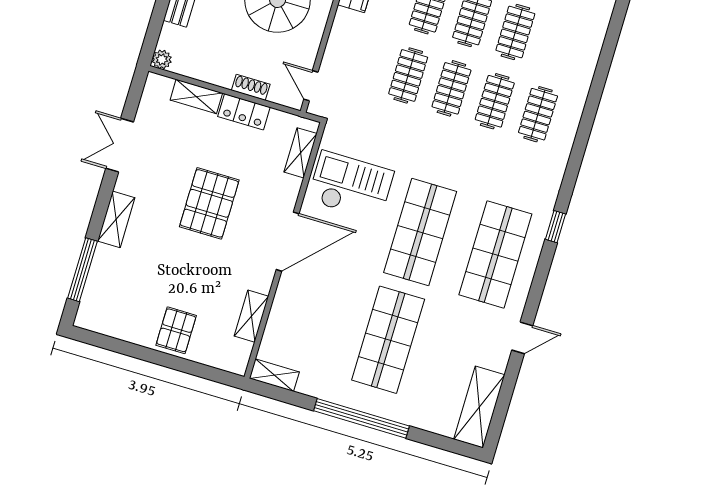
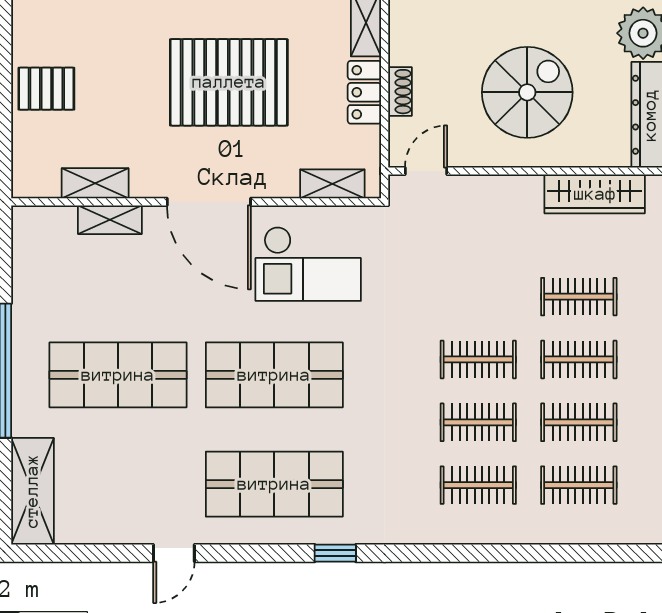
clothes rail: (408, 75) -> (579, 485), moved
checkout: (351, 186) -> (308, 264), turned 90
pallet: (209, 203) -> (229, 82), width x1.37, depth x1.41
door: (522, 338) -> (174, 553), hinge flipped
shelving: (274, 375) -> (110, 220), moved, turned 90
shelving: (479, 407) -> (32, 491), moved, turned 90

